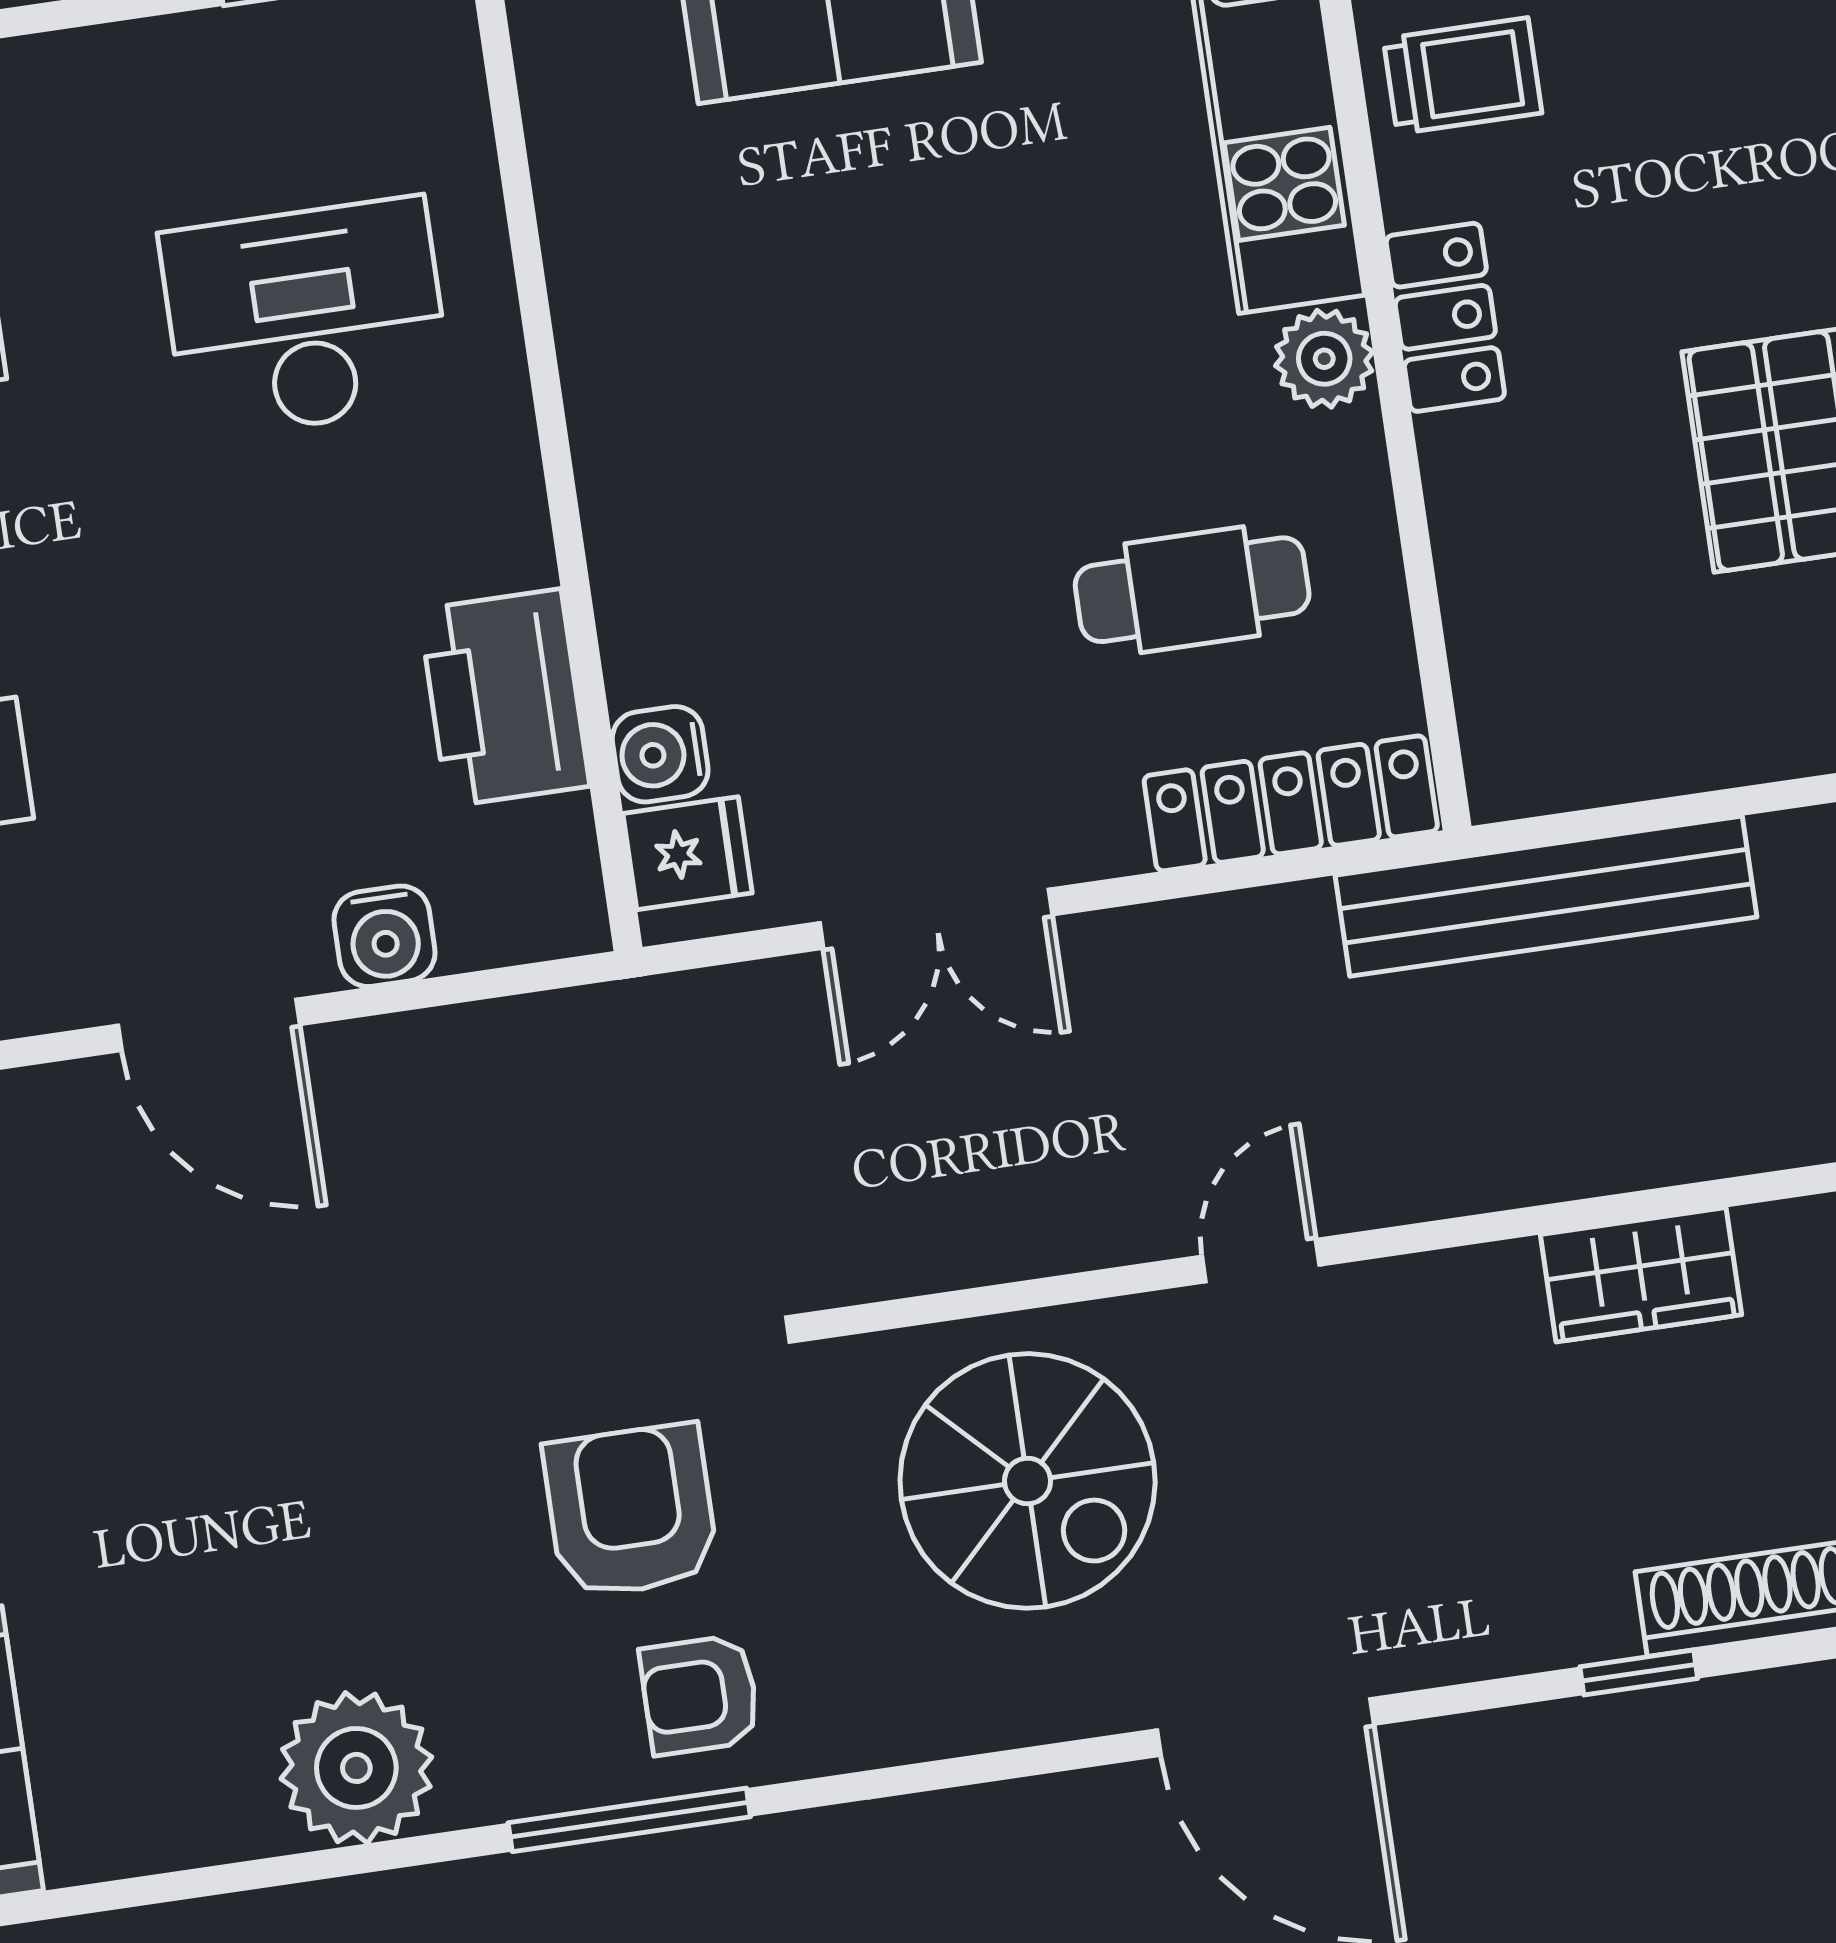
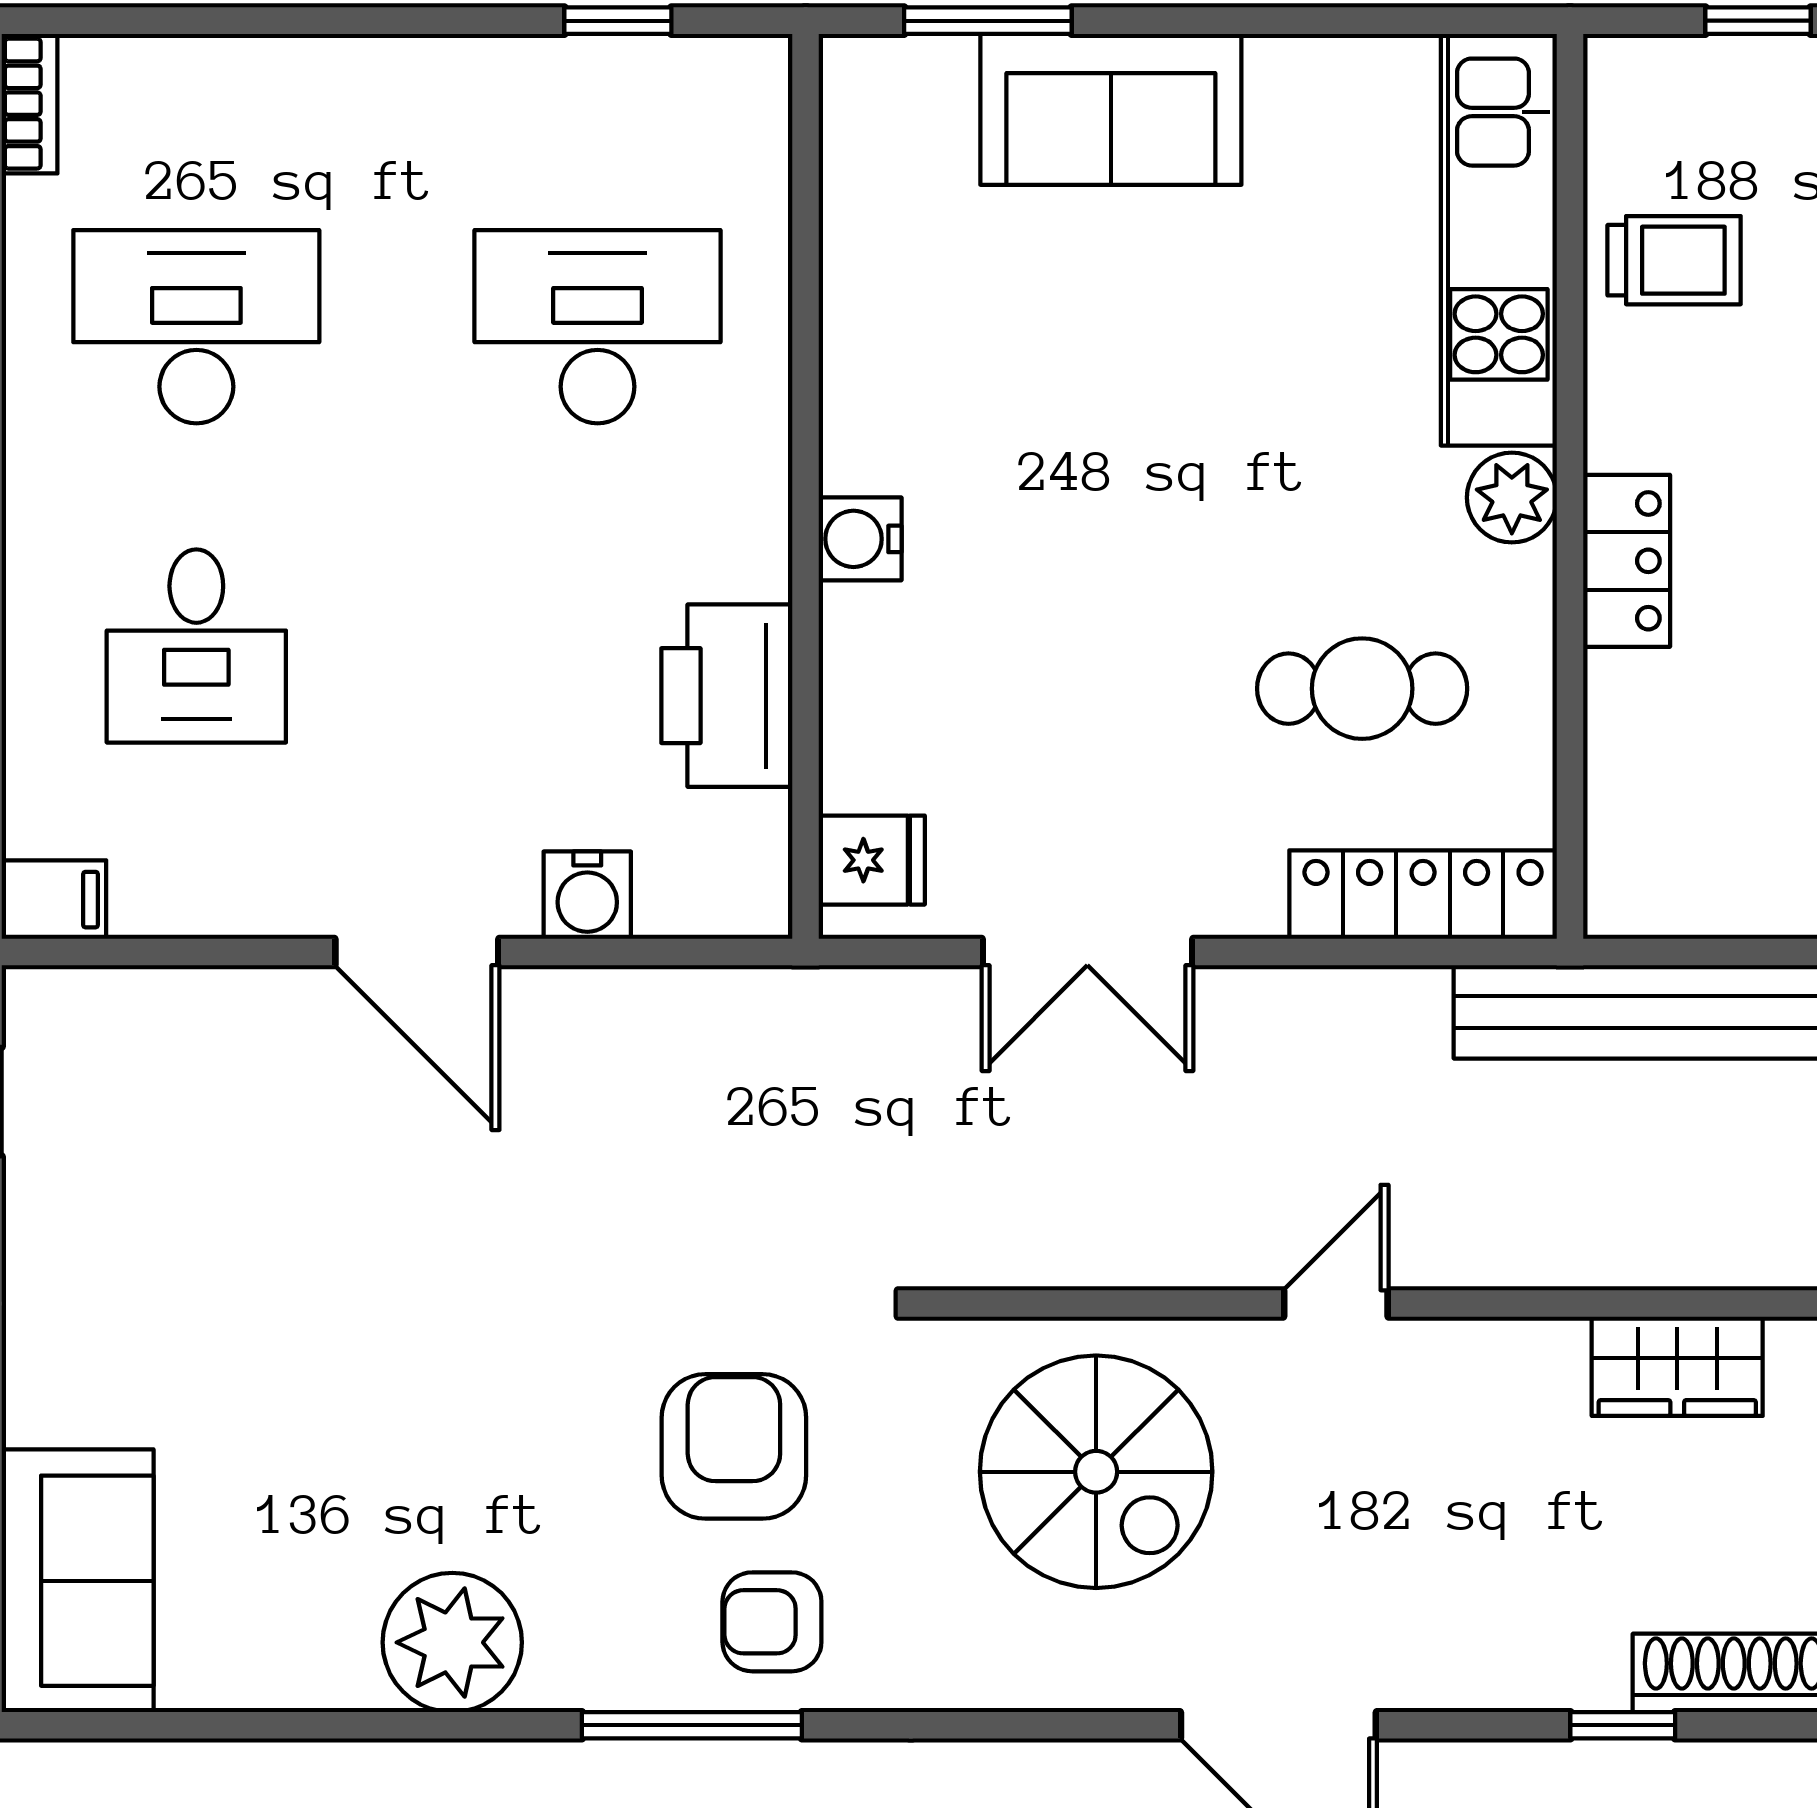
locker: (1445, 317) -> (1627, 561), moved
water cooler: (660, 754) -> (860, 539), moved

